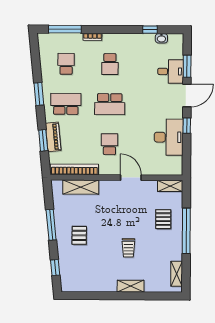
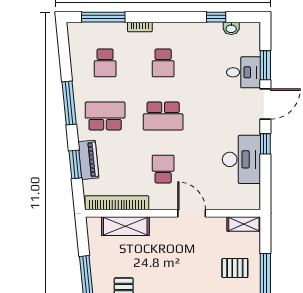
school desk: (66, 64) -> (105, 63), turned 180
window: (39, 94) -> (69, 103), width x1.44
pallet: (163, 219) -> (235, 268), turned 90

